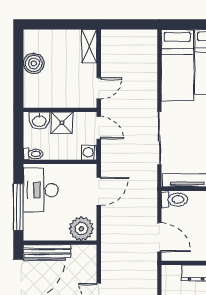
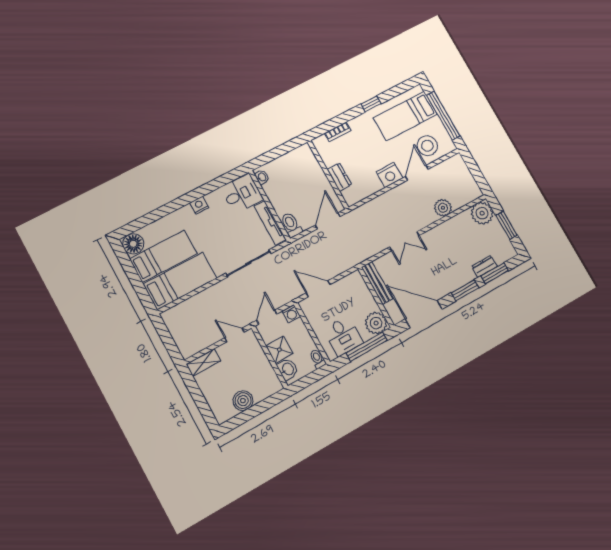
desk: (41, 190) -> (343, 336), width x0.73
plant: (81, 229) -> (376, 323), moved
bench: (47, 251) -> (377, 283), moved

